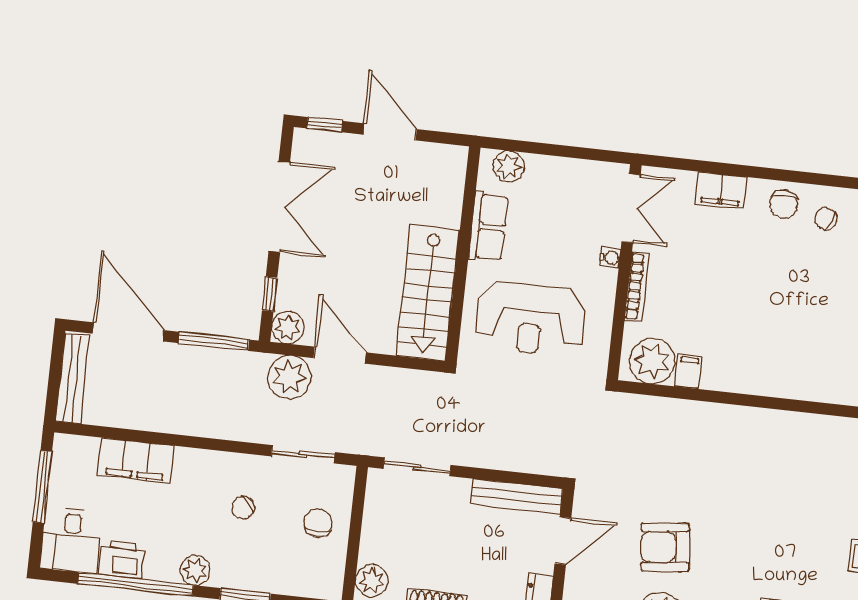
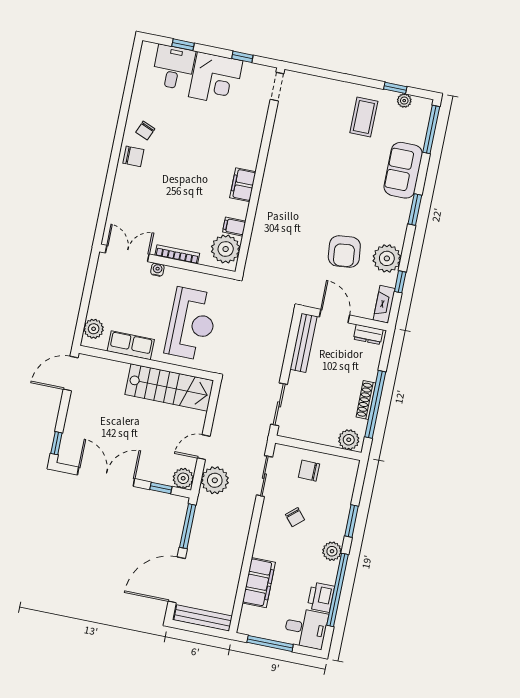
door: (390, 132) -> (71, 374), moved
filing cabinet: (721, 190) -> (243, 185), moved, turned 180
door: (340, 355) -> (204, 447), width x0.73

